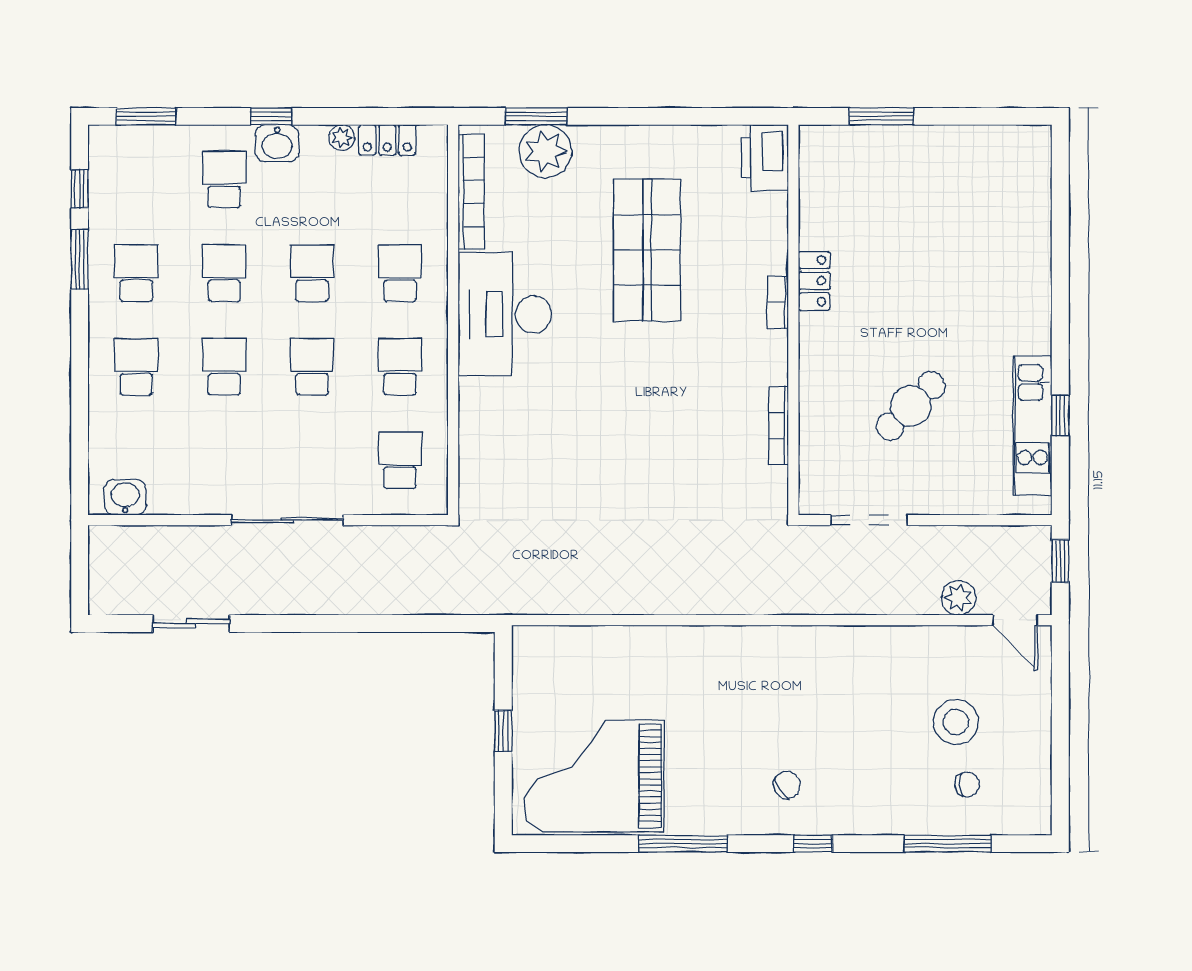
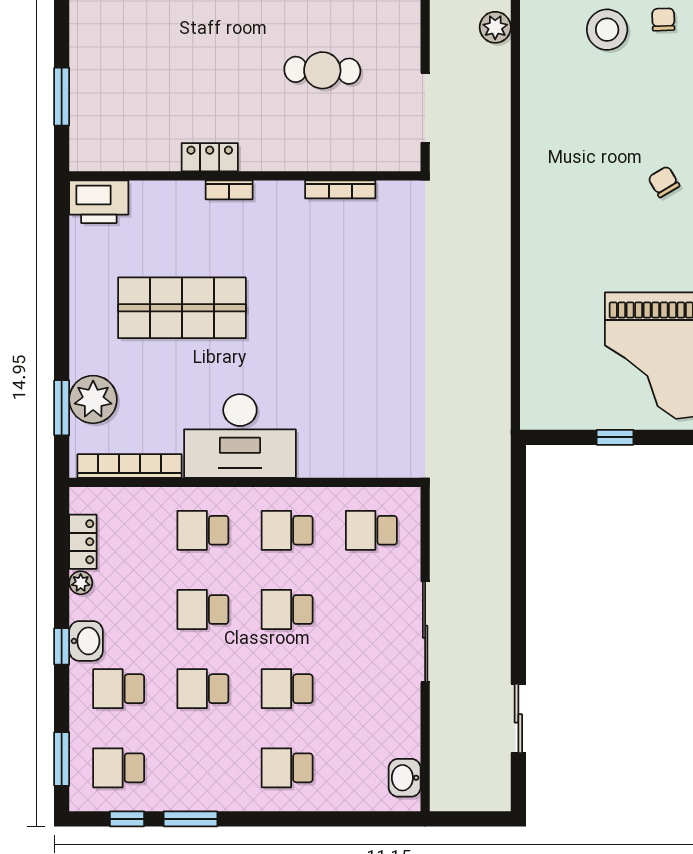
school desk: (136, 273) -> (119, 768), moved
cafe table: (911, 406) -> (322, 70), turned -43

